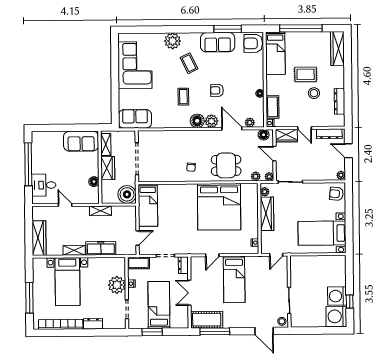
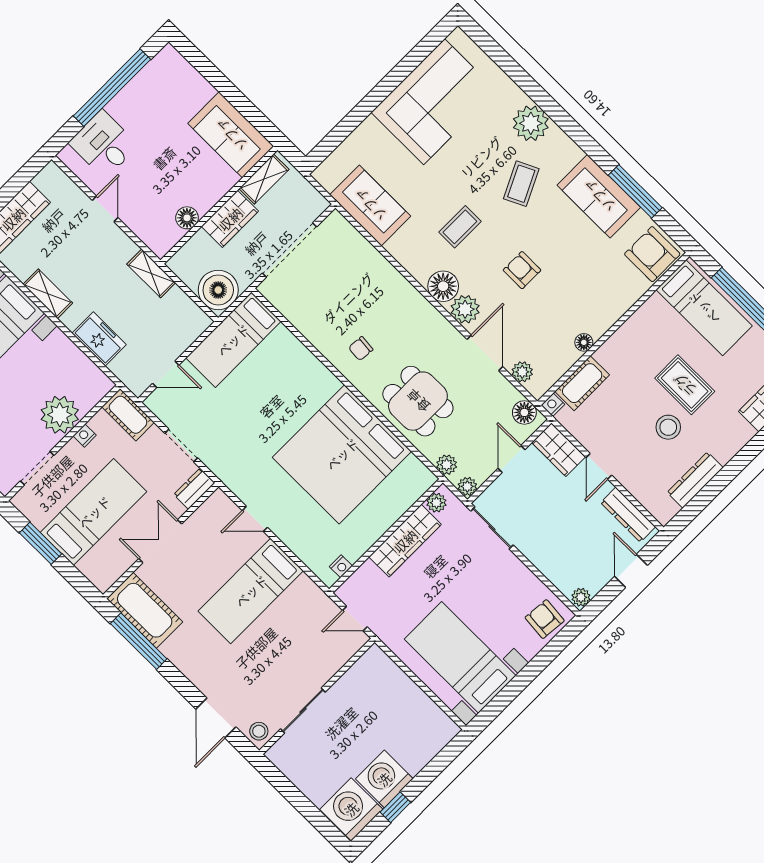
bed: (275, 53) -> (704, 308), moved, turned -90
sofa: (135, 119) -> (370, 205), moved
freezer: (101, 248) -> (99, 339), width x0.71

